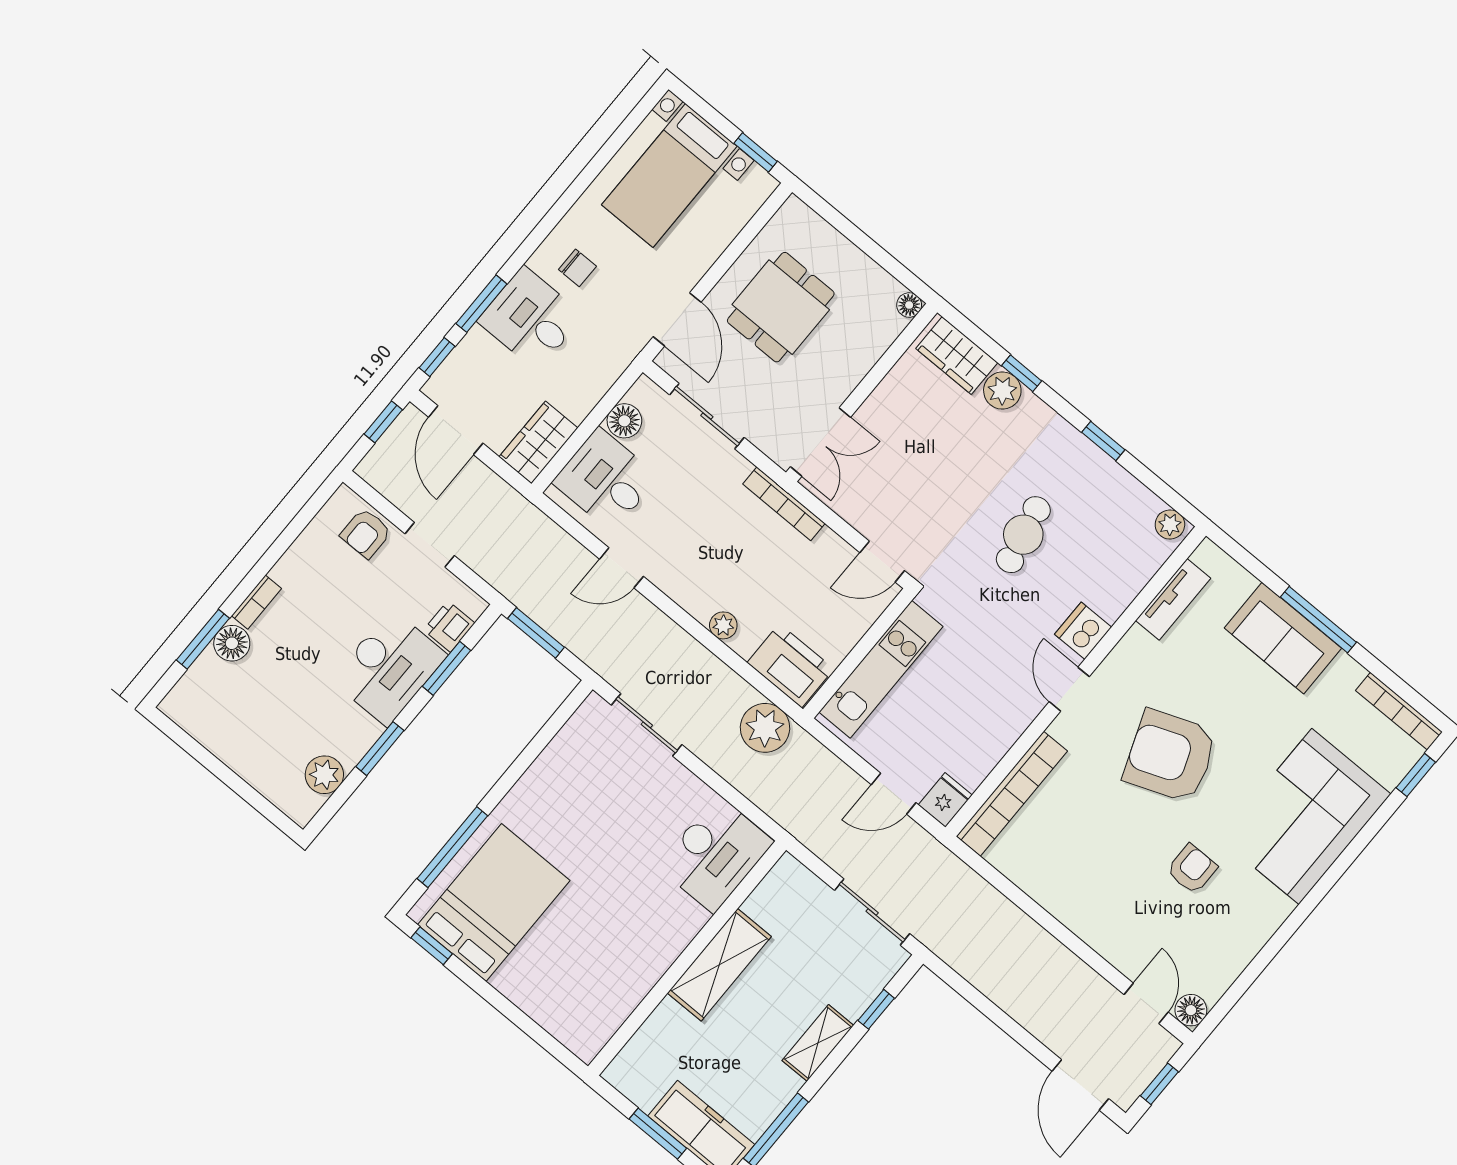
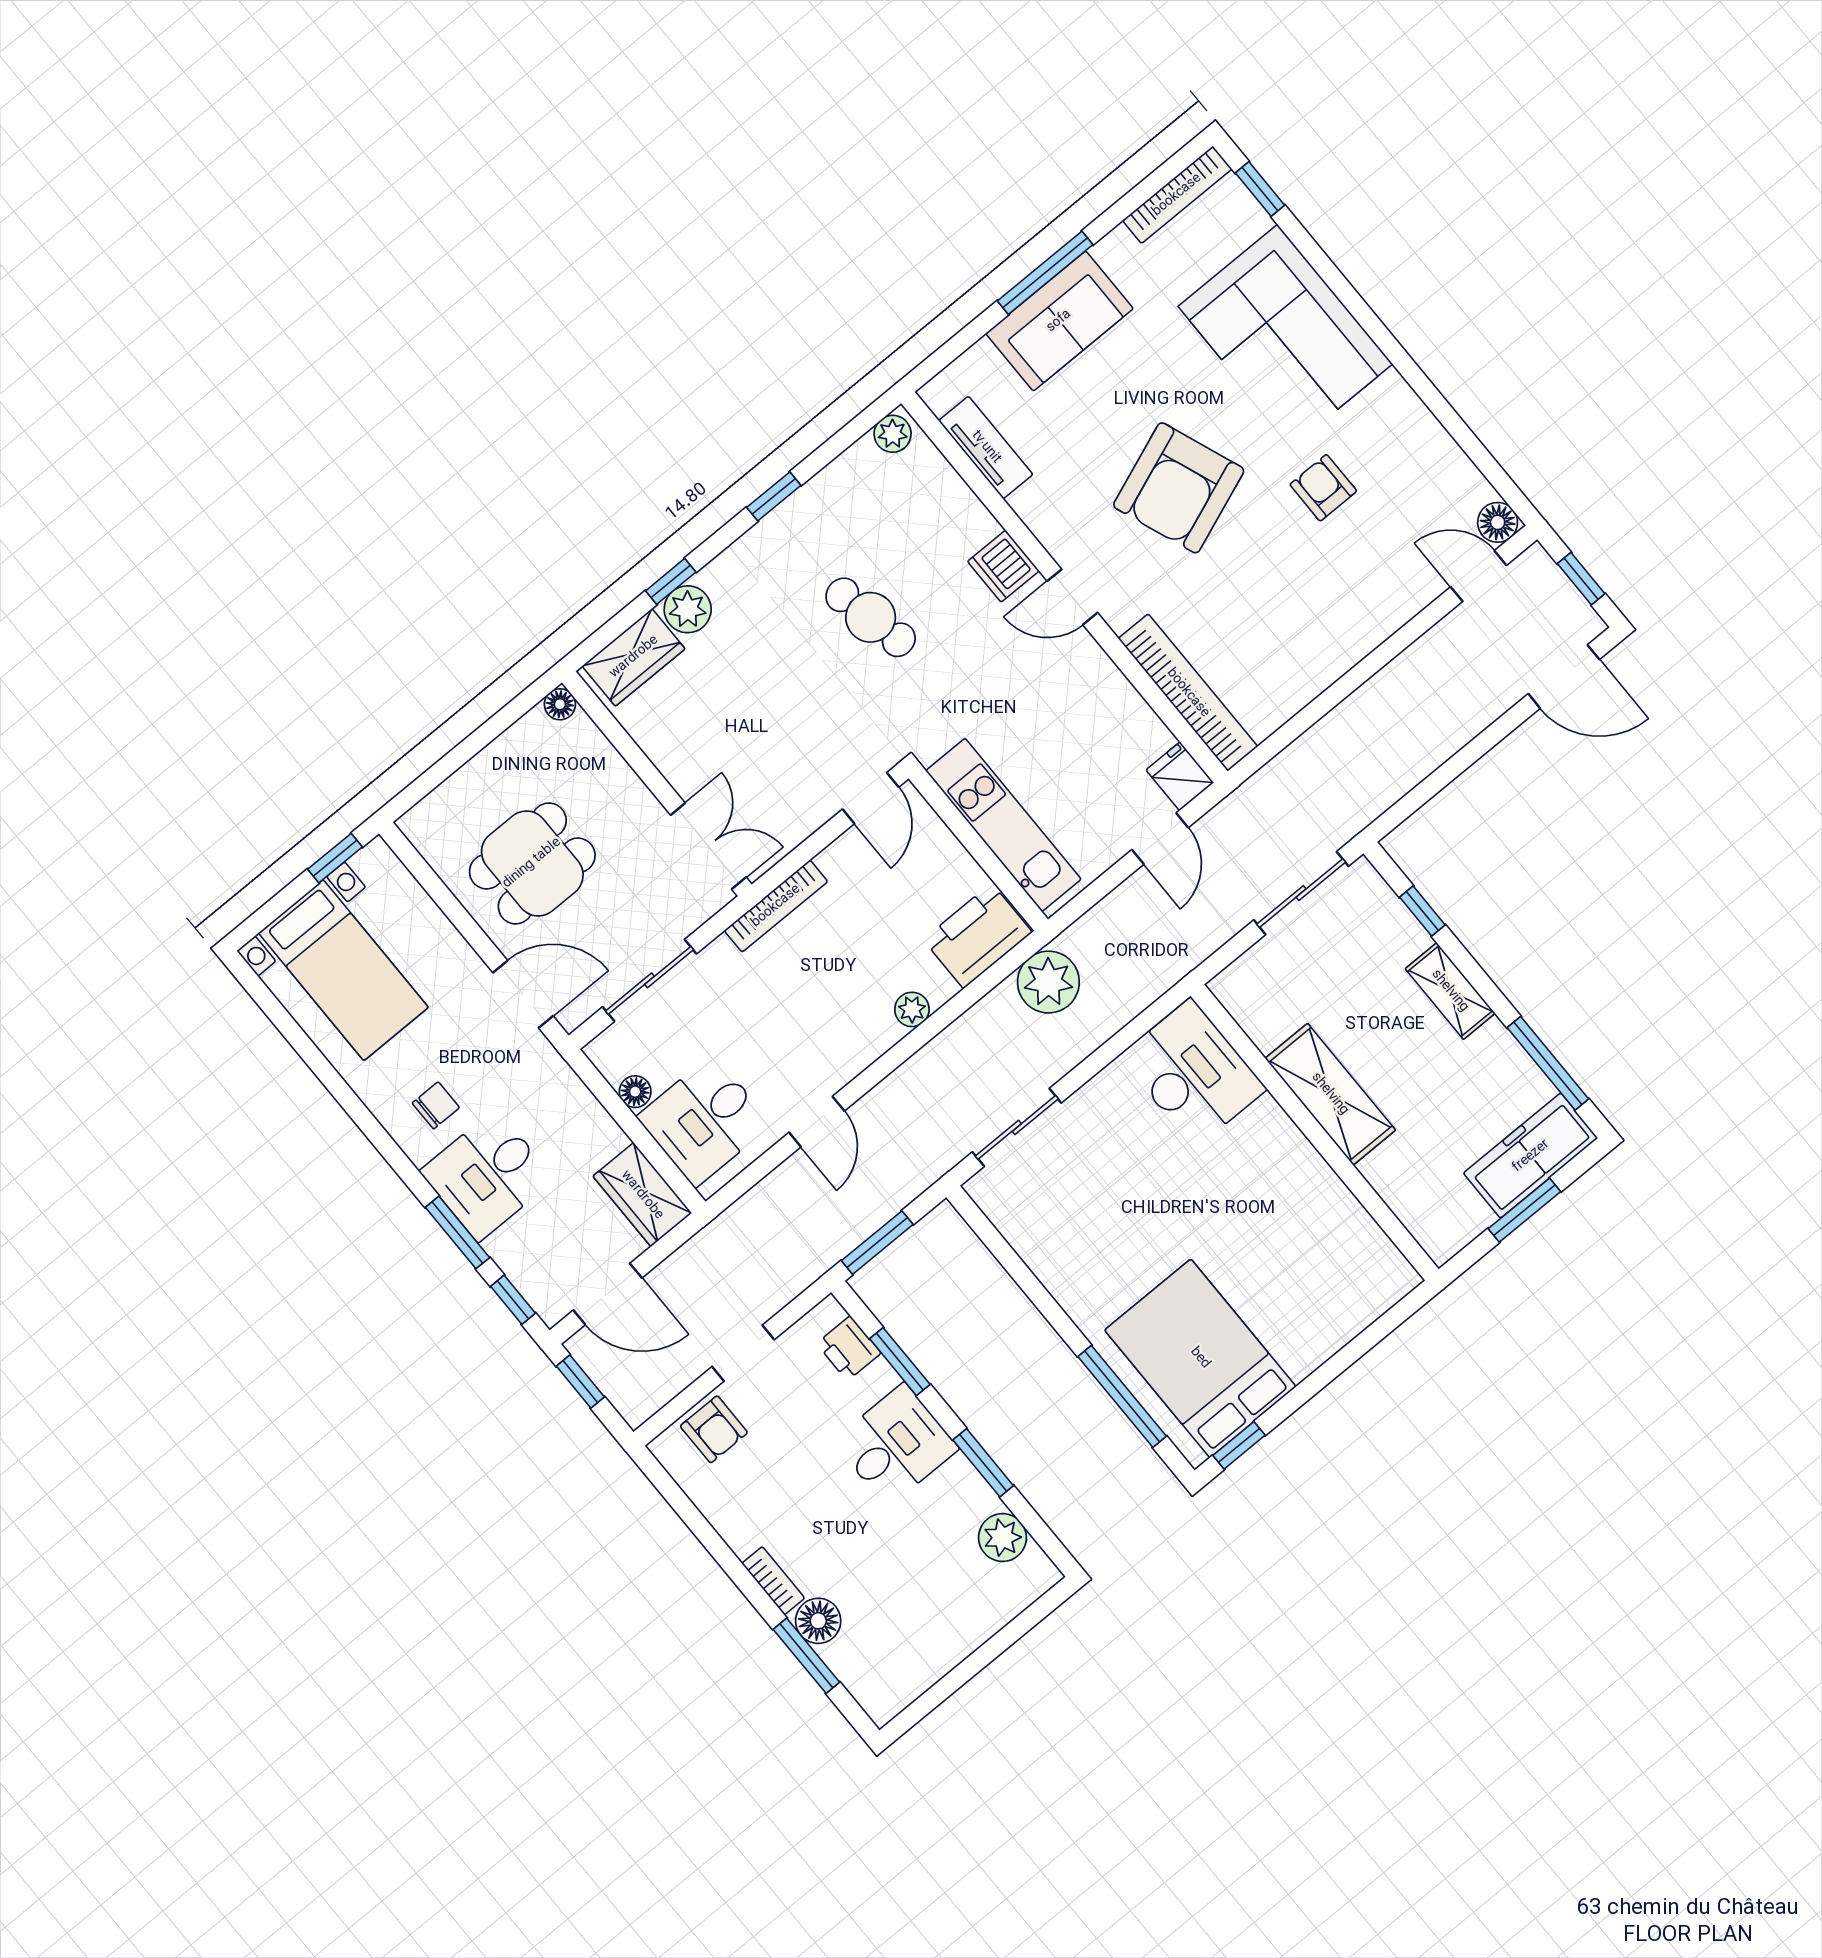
dining table: (781, 307) -> (532, 863), turned 90
floor lamp: (624, 421) -> (635, 1092), width x0.73, depth x0.73
desk: (389, 668) -> (896, 1445), width x0.73

